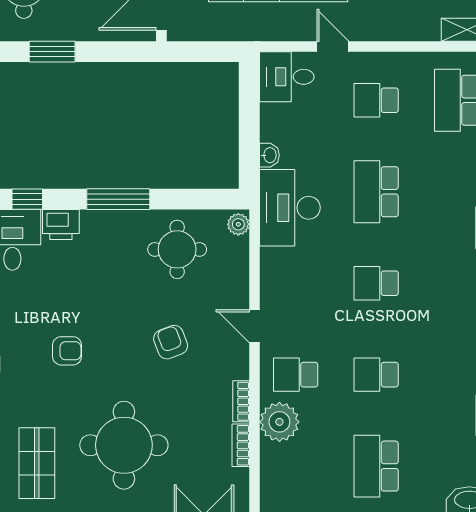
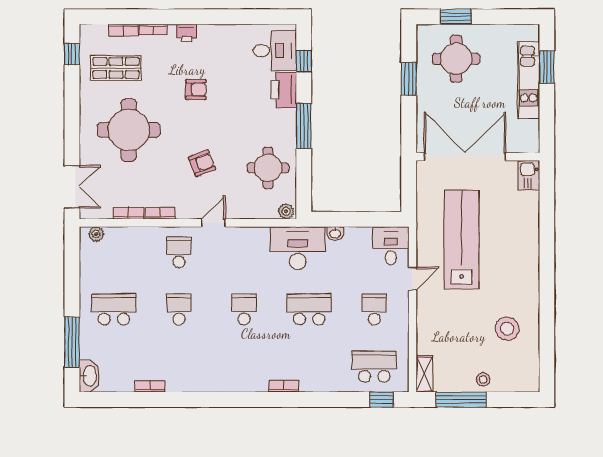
printer: (61, 225) -> (284, 90), width x1.37, depth x1.19
armchair: (67, 351) -> (196, 89), turned -90
plant: (279, 422) -> (96, 234), moved, width x0.53, depth x0.53

